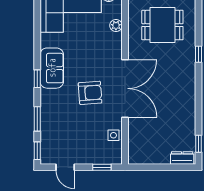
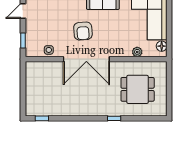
dining table: (162, 25) -> (138, 89), turned 90
dresser: (182, 158) -> (30, 105), removed

